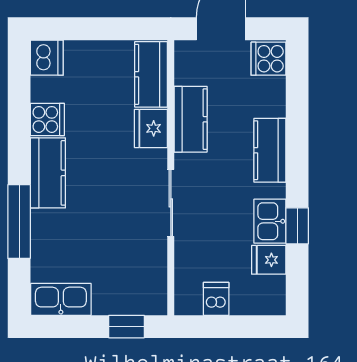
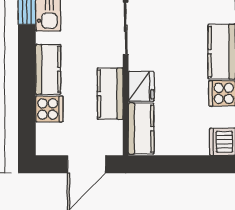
cooker: (268, 59) -> (49, 109), moved

